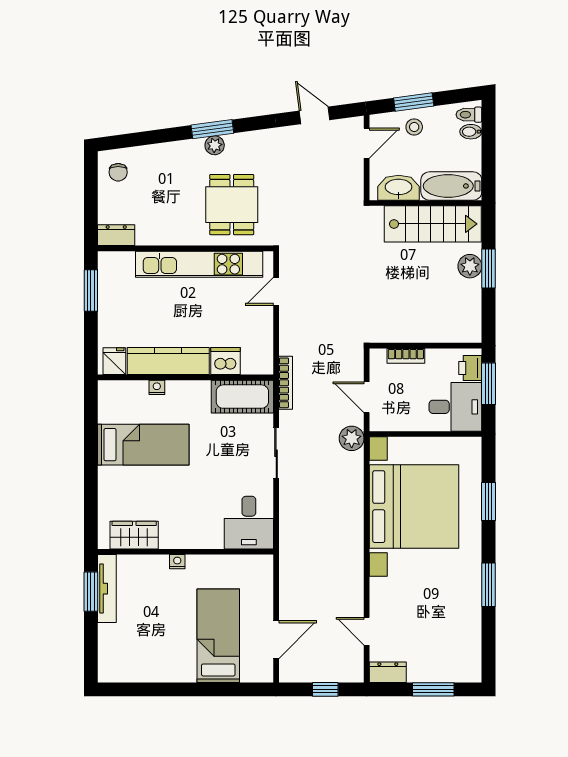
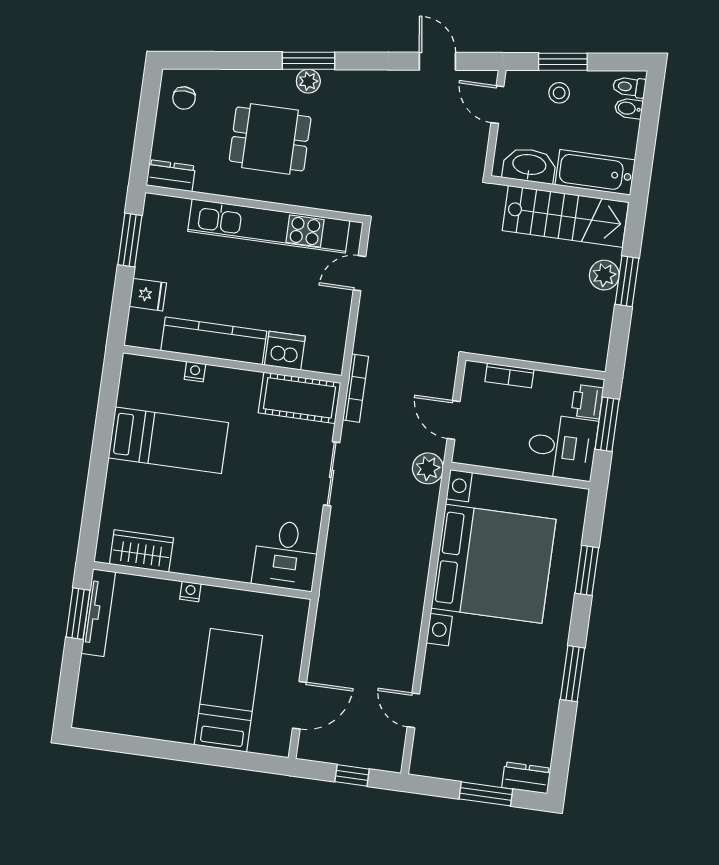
door: (367, 143) -> (497, 105), swing flipped
dining table: (232, 205) -> (270, 139), moved, turned 90
fridge: (114, 361) -> (148, 295), moved, turned 90
dresser: (388, 672) -> (526, 778), moved

